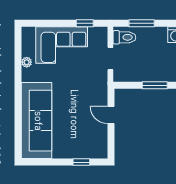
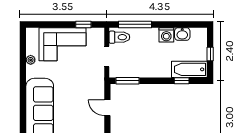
window: (142, 23) -> (135, 24), width x1.44
window: (155, 85) -> (127, 81), moved

